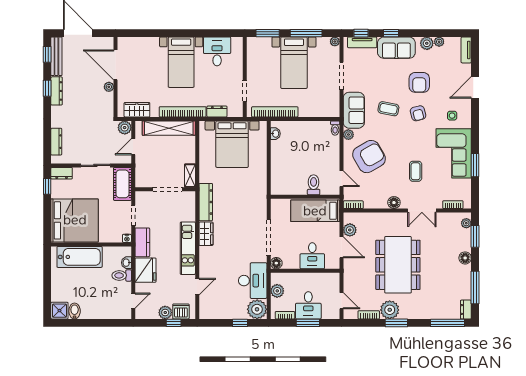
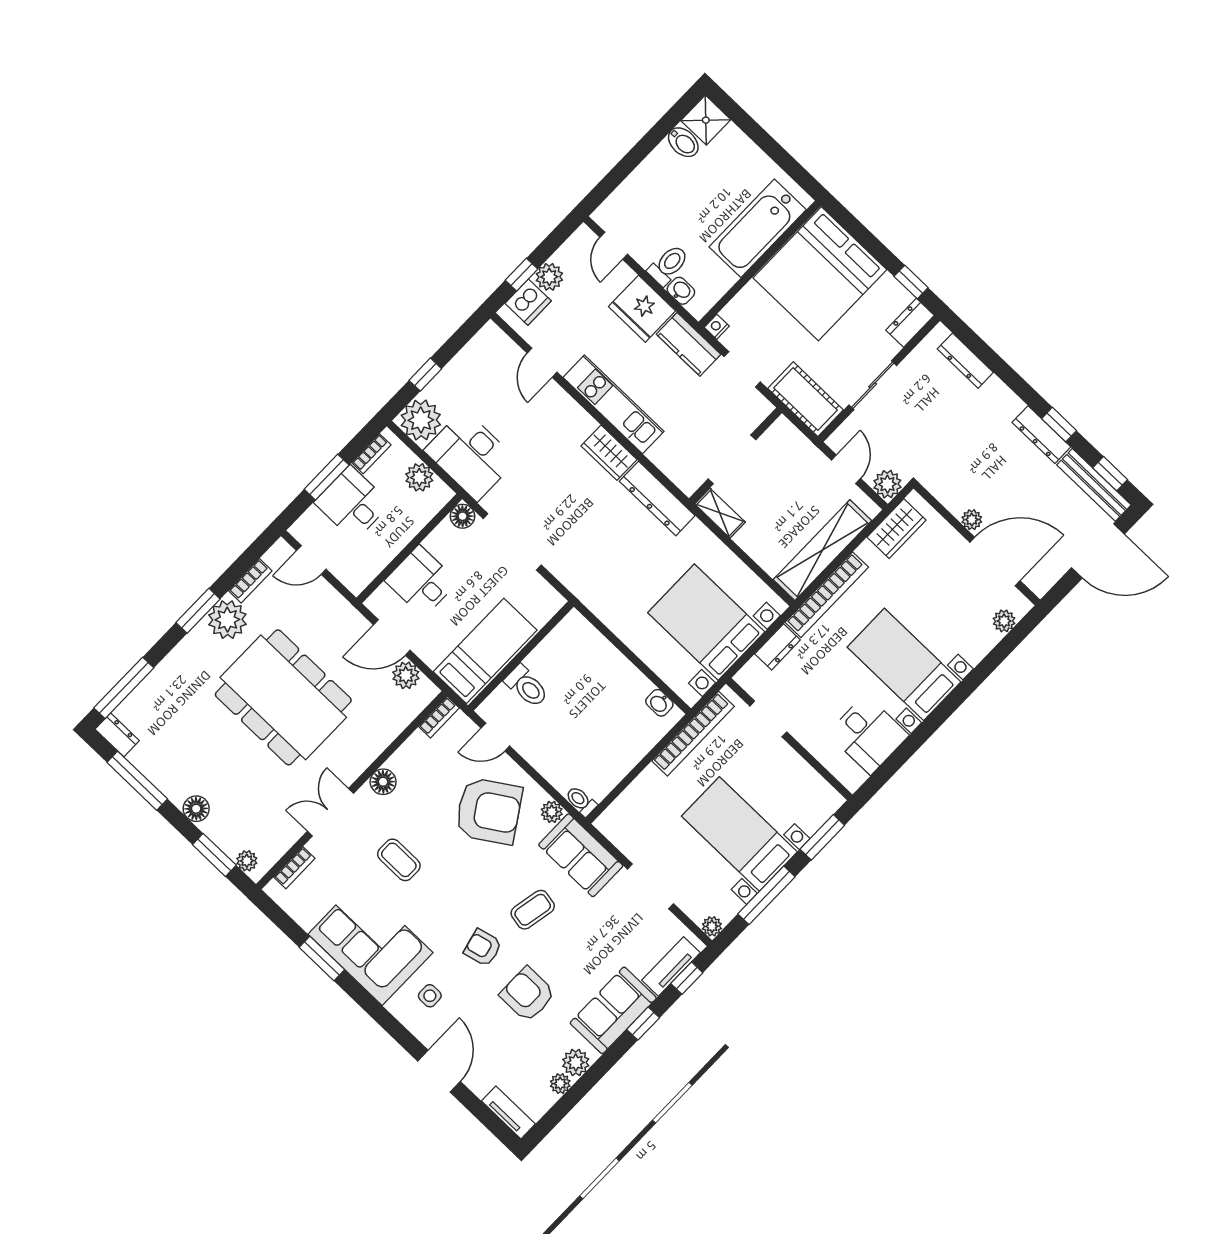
plant: (133, 42) -> (1004, 621), added
armchair: (369, 157) -> (489, 811), turned -93

